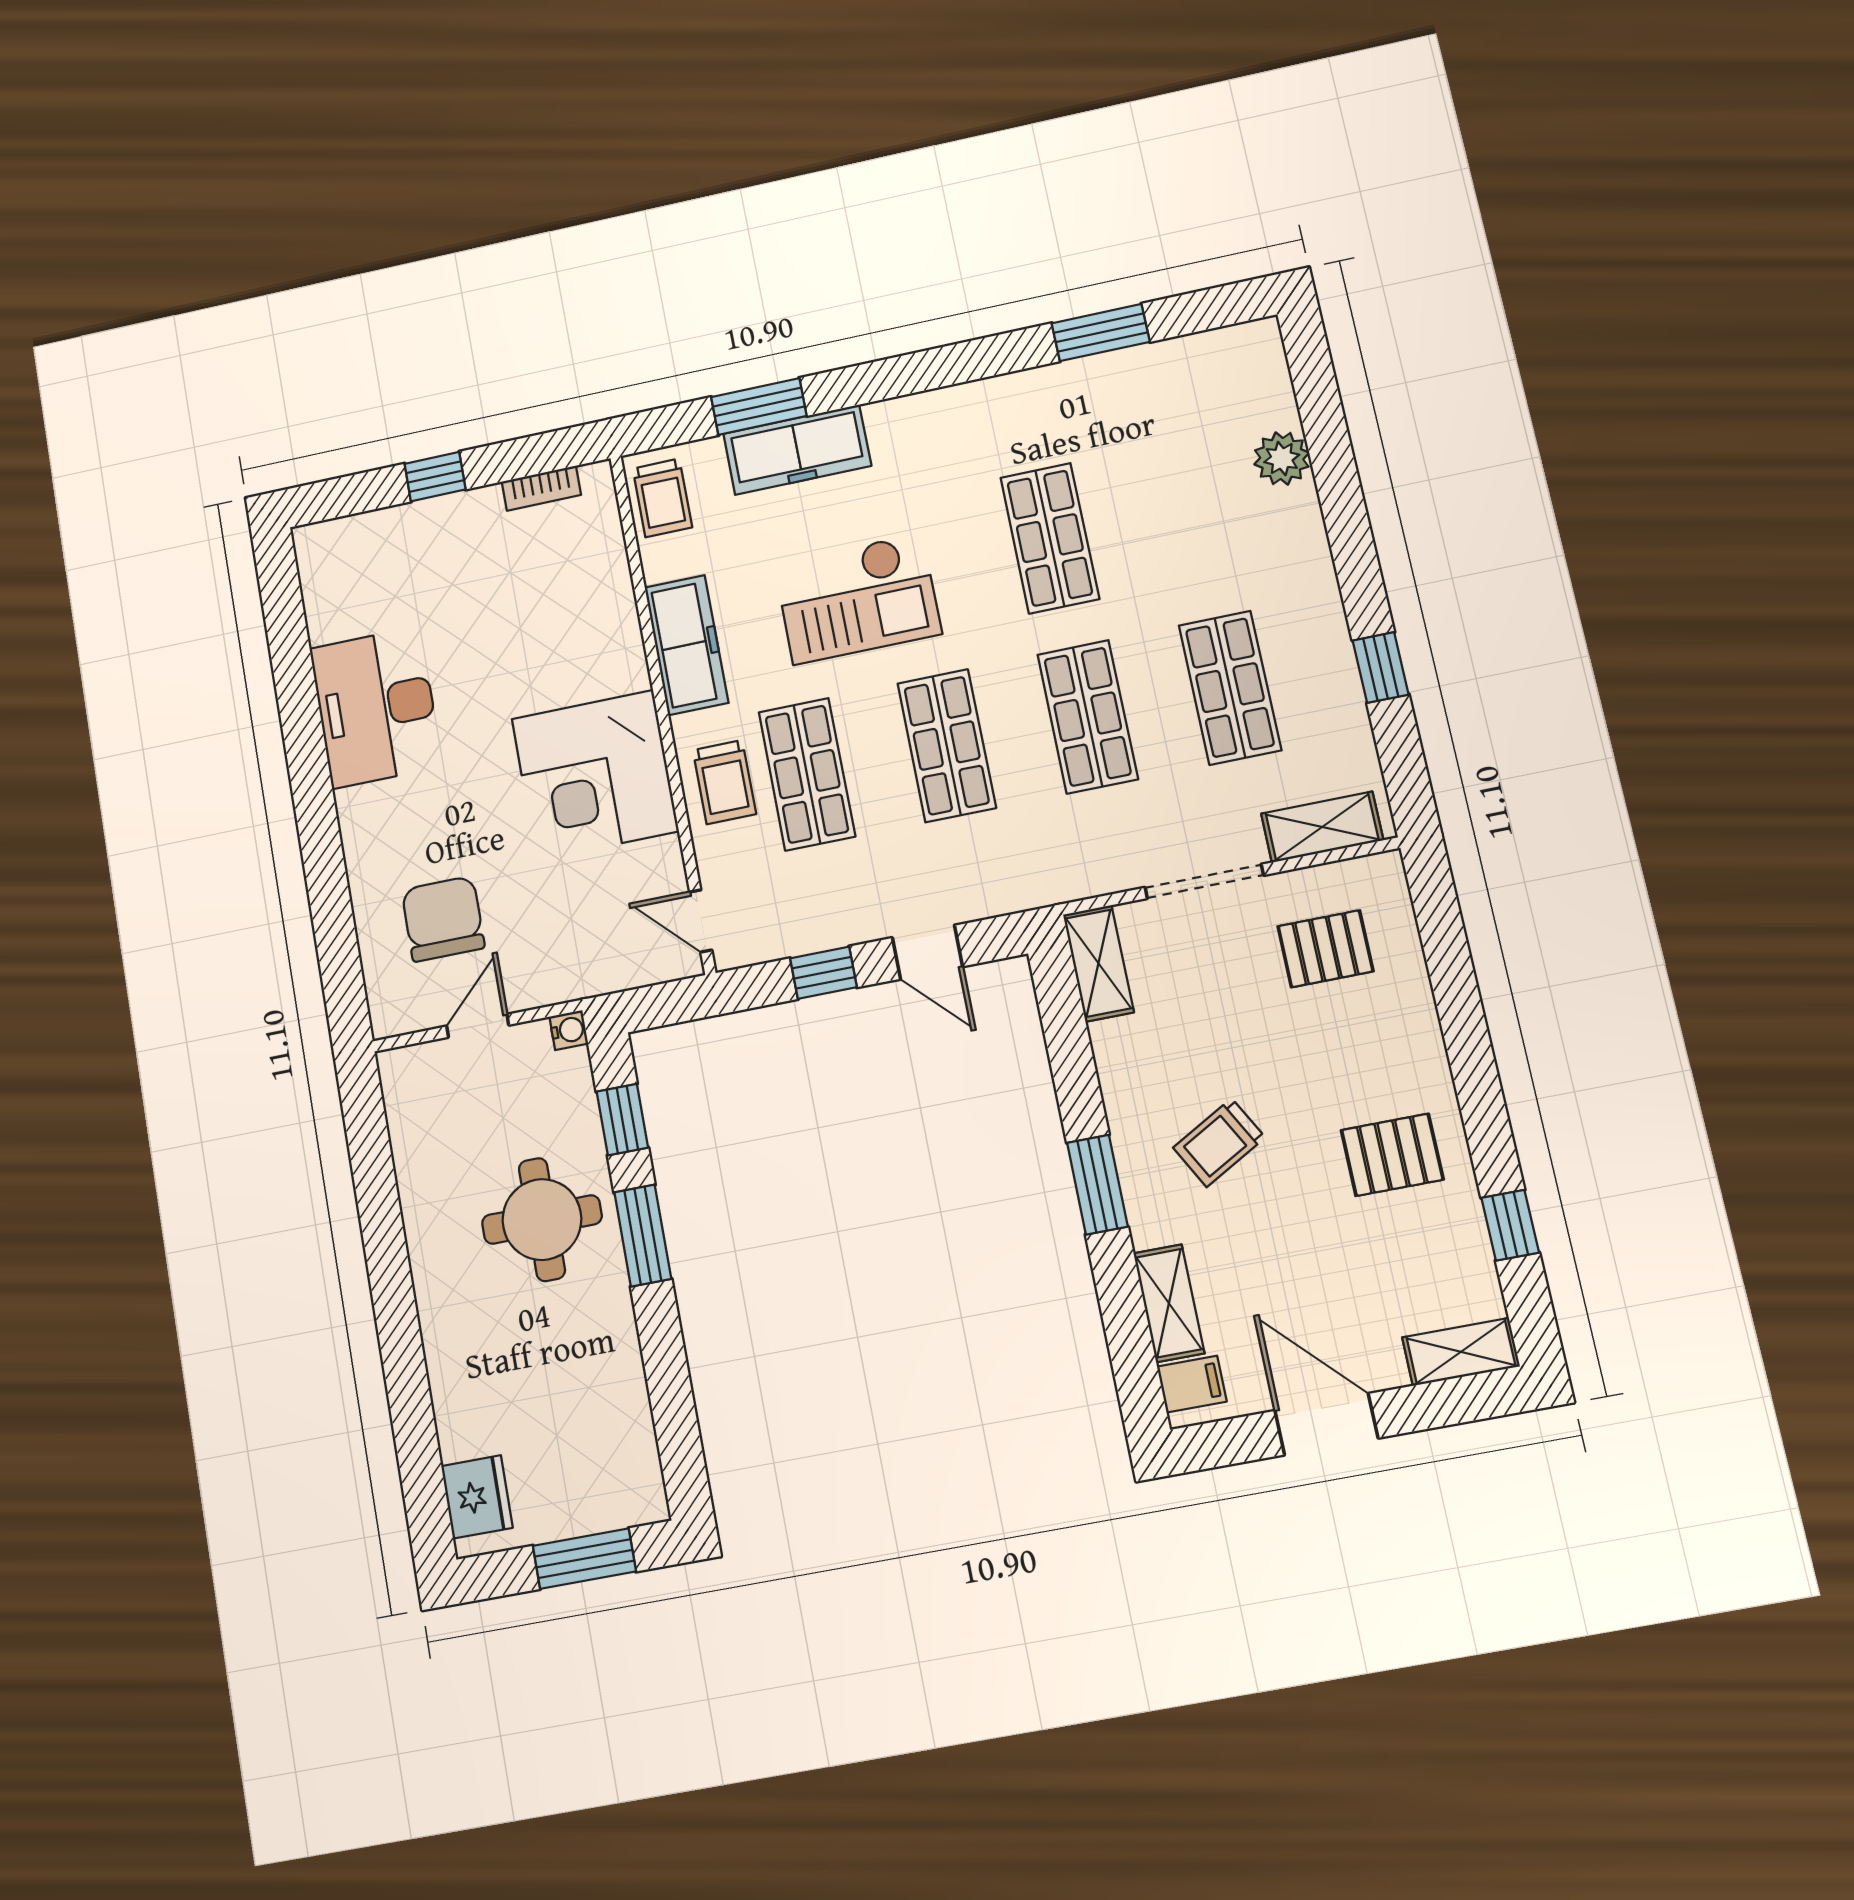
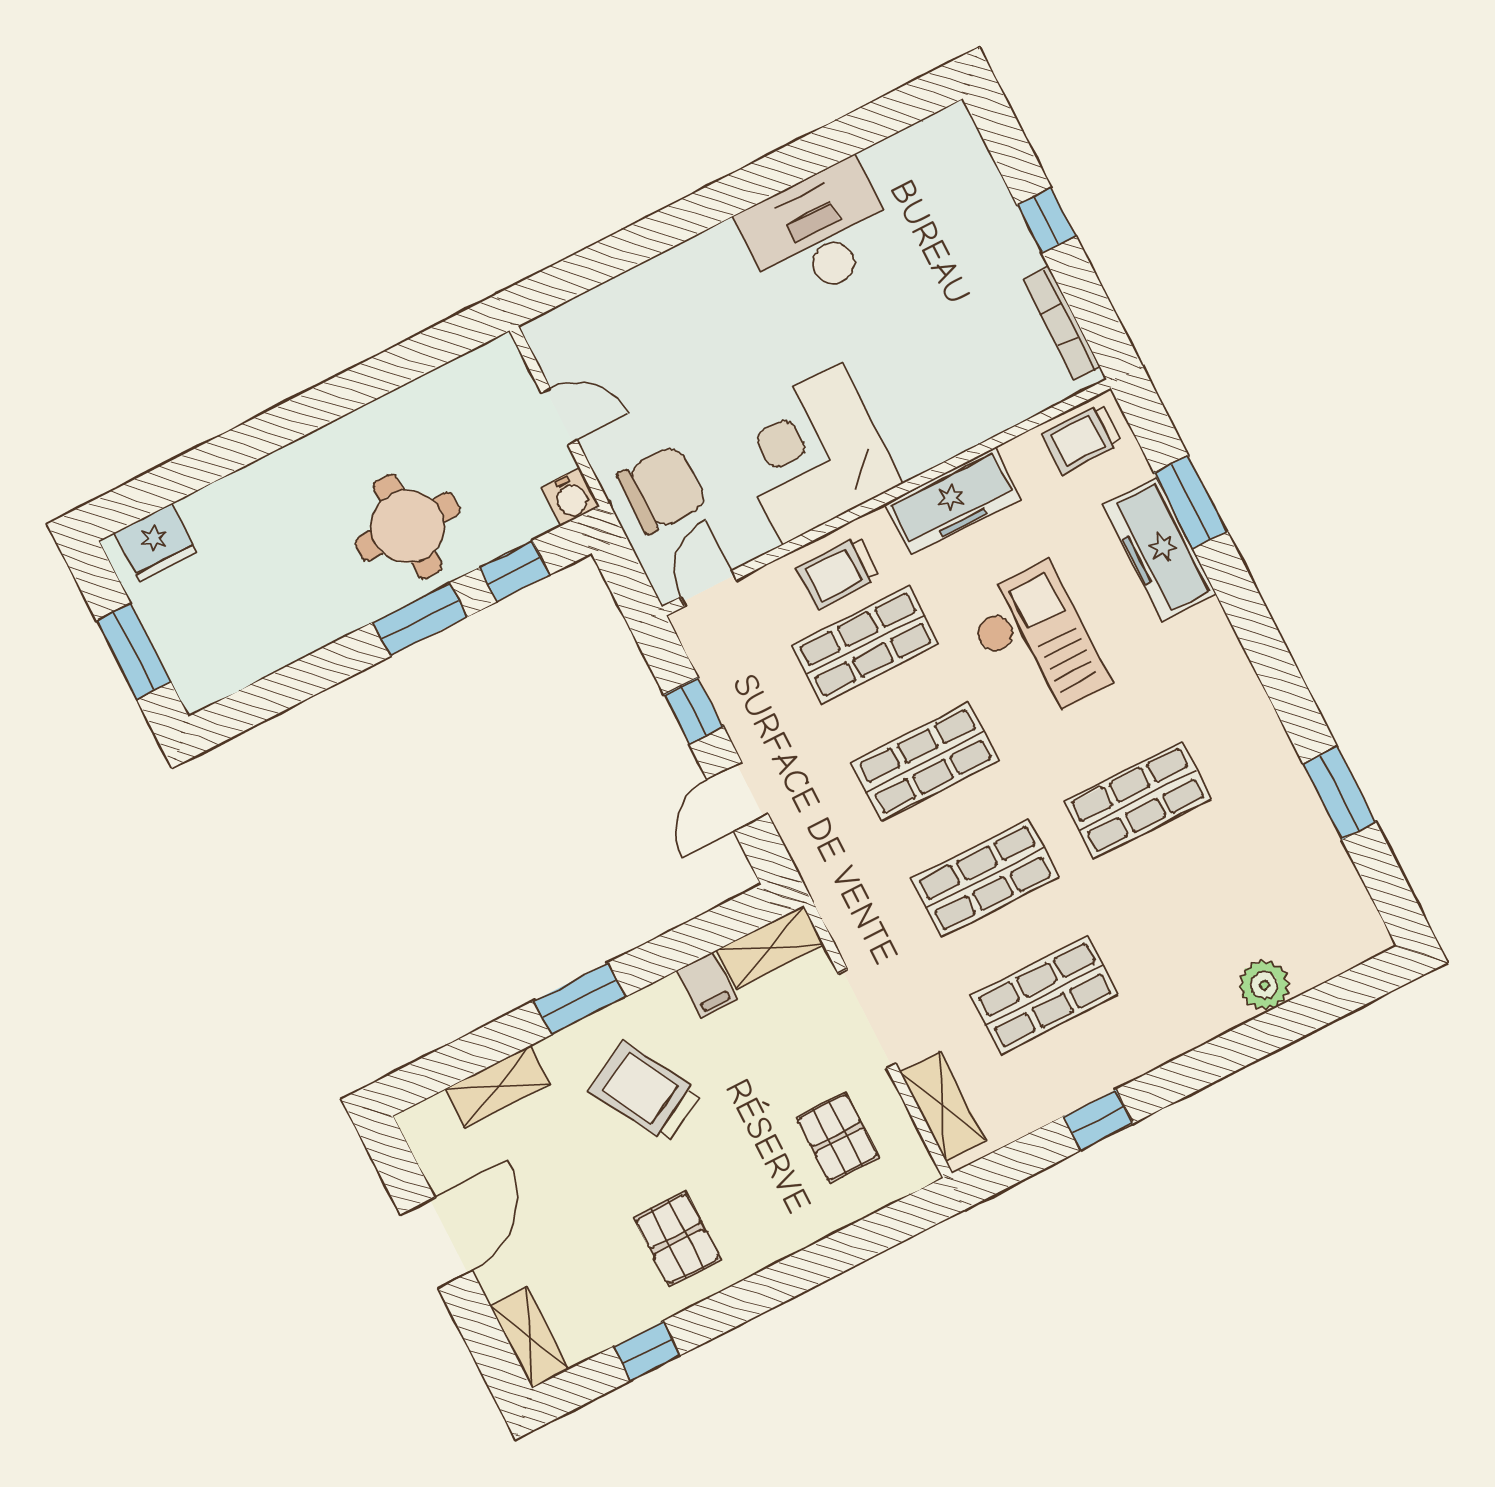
bookcase: (541, 488) -> (1062, 324), width x1.56
checkout: (858, 599) -> (1037, 644), turned 180
chair: (443, 919) -> (662, 489), moved
water cooler: (569, 1030) -> (571, 497), width x1.38, depth x1.38
trolley: (1219, 1143) -> (645, 1092), width x1.36, depth x1.39
filing cabinet: (1192, 1384) -> (707, 985), moved

